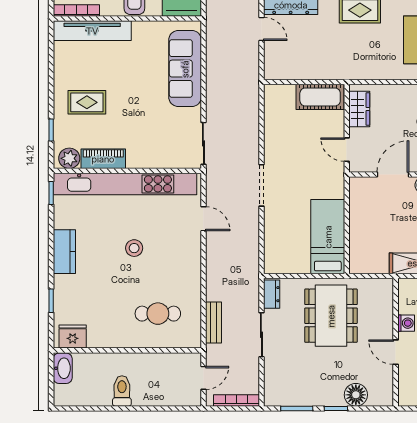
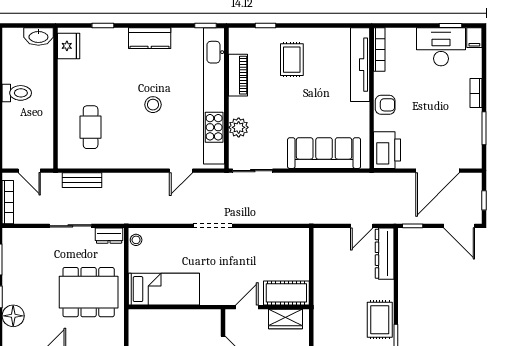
cot: (320, 97) -> (286, 293), moved, turned 90
plant: (69, 158) -> (239, 127), moved
stool: (276, 266) -> (136, 240), added

